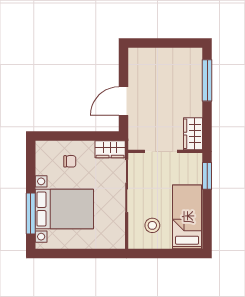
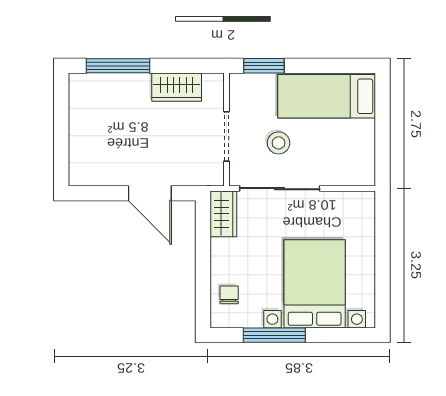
wardrobe: (193, 134) -> (177, 87), moved
chair: (70, 161) -> (229, 295), moved
window: (31, 213) -> (274, 335), moved
stool: (152, 225) -> (279, 143), moved

